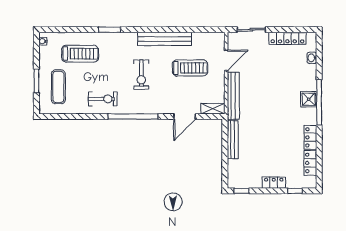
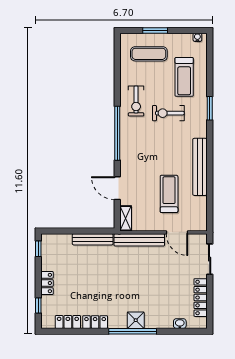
treadmill: (190, 68) -> (169, 194), turned 180
exercise bike: (141, 74) -> (168, 113), moved

